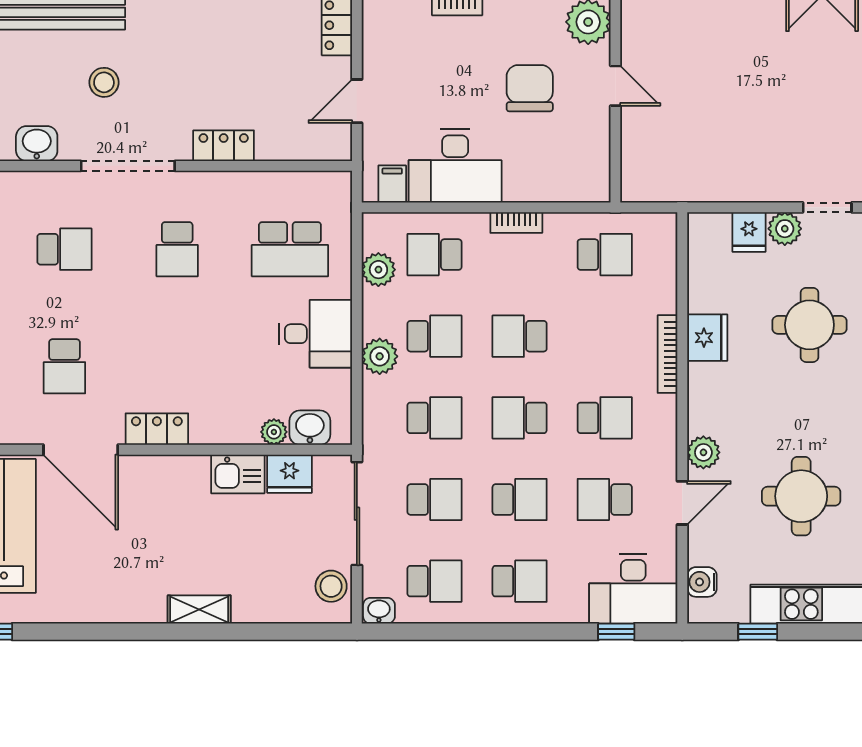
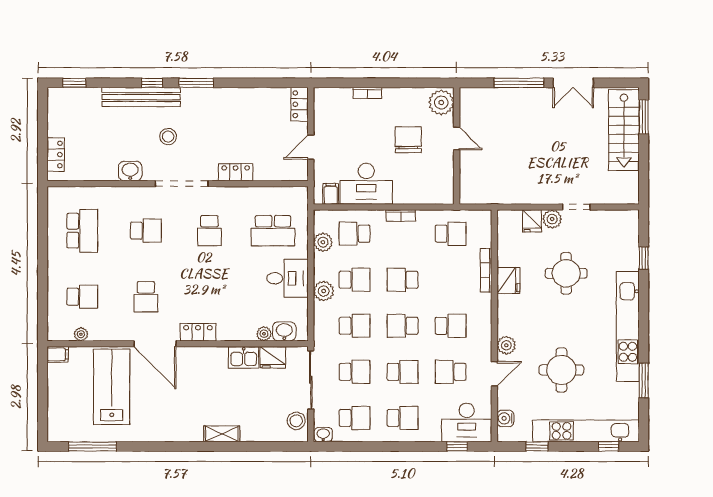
bookcase: (668, 354) -> (486, 270), moved

